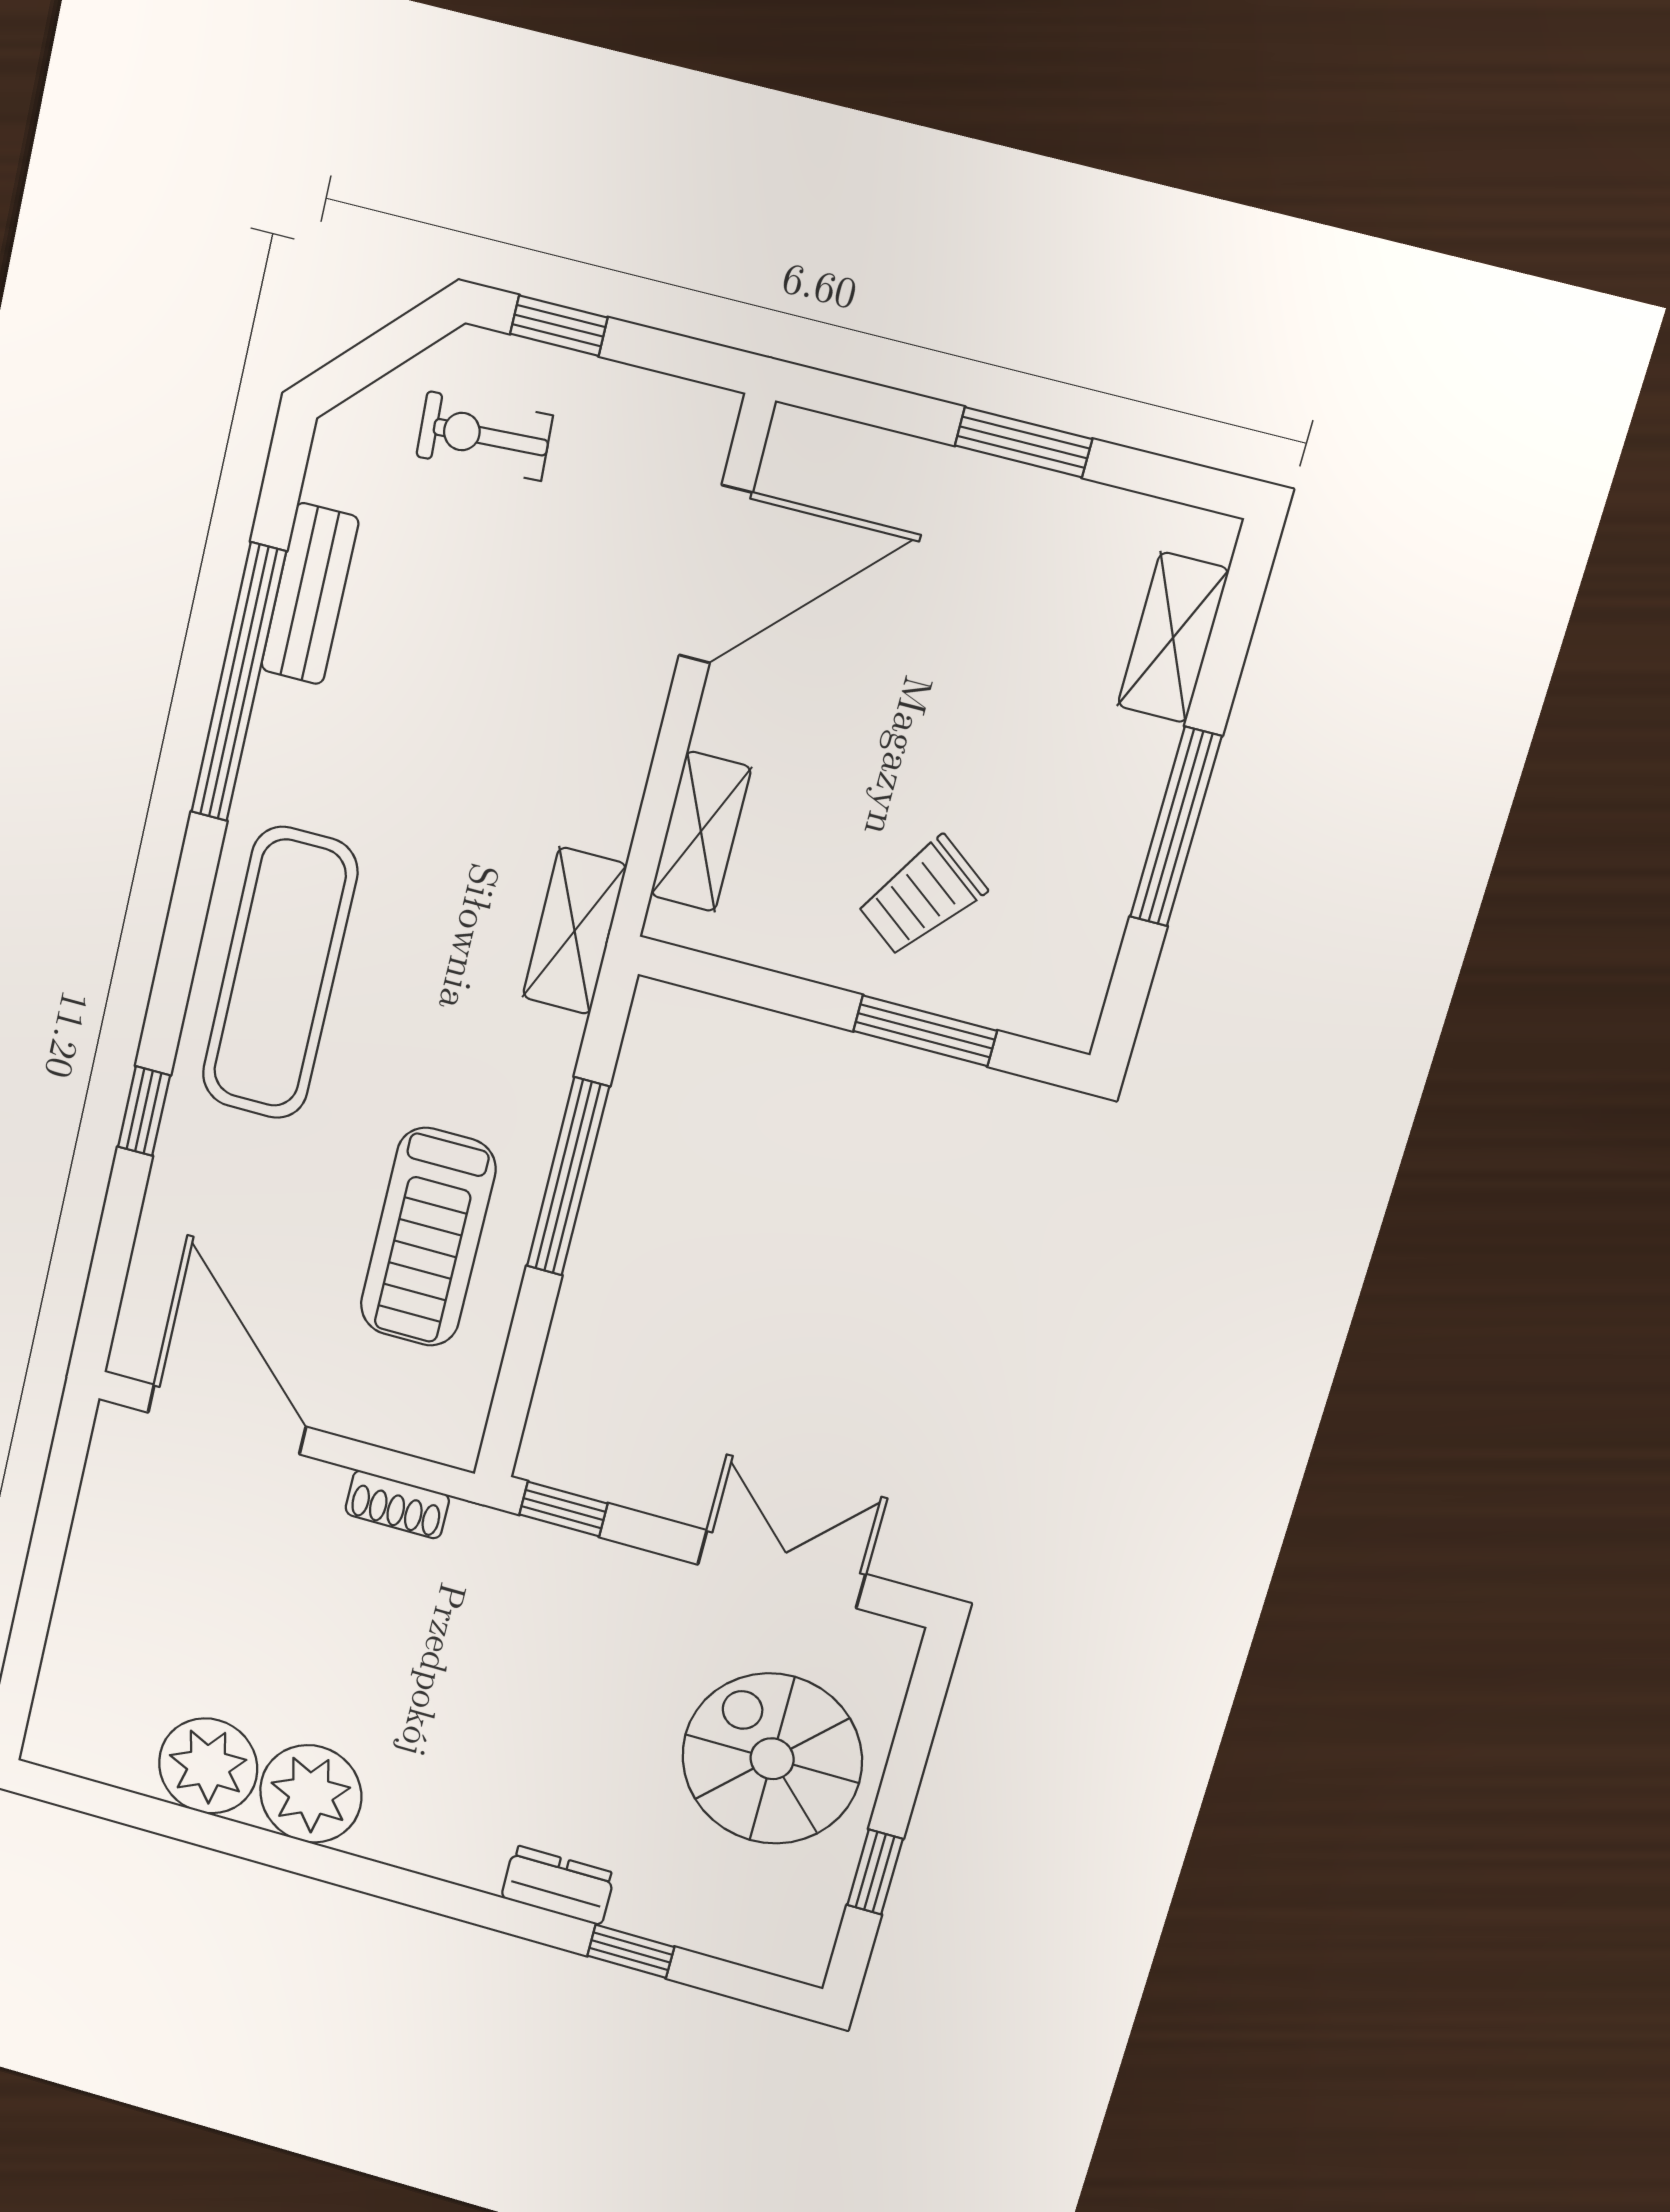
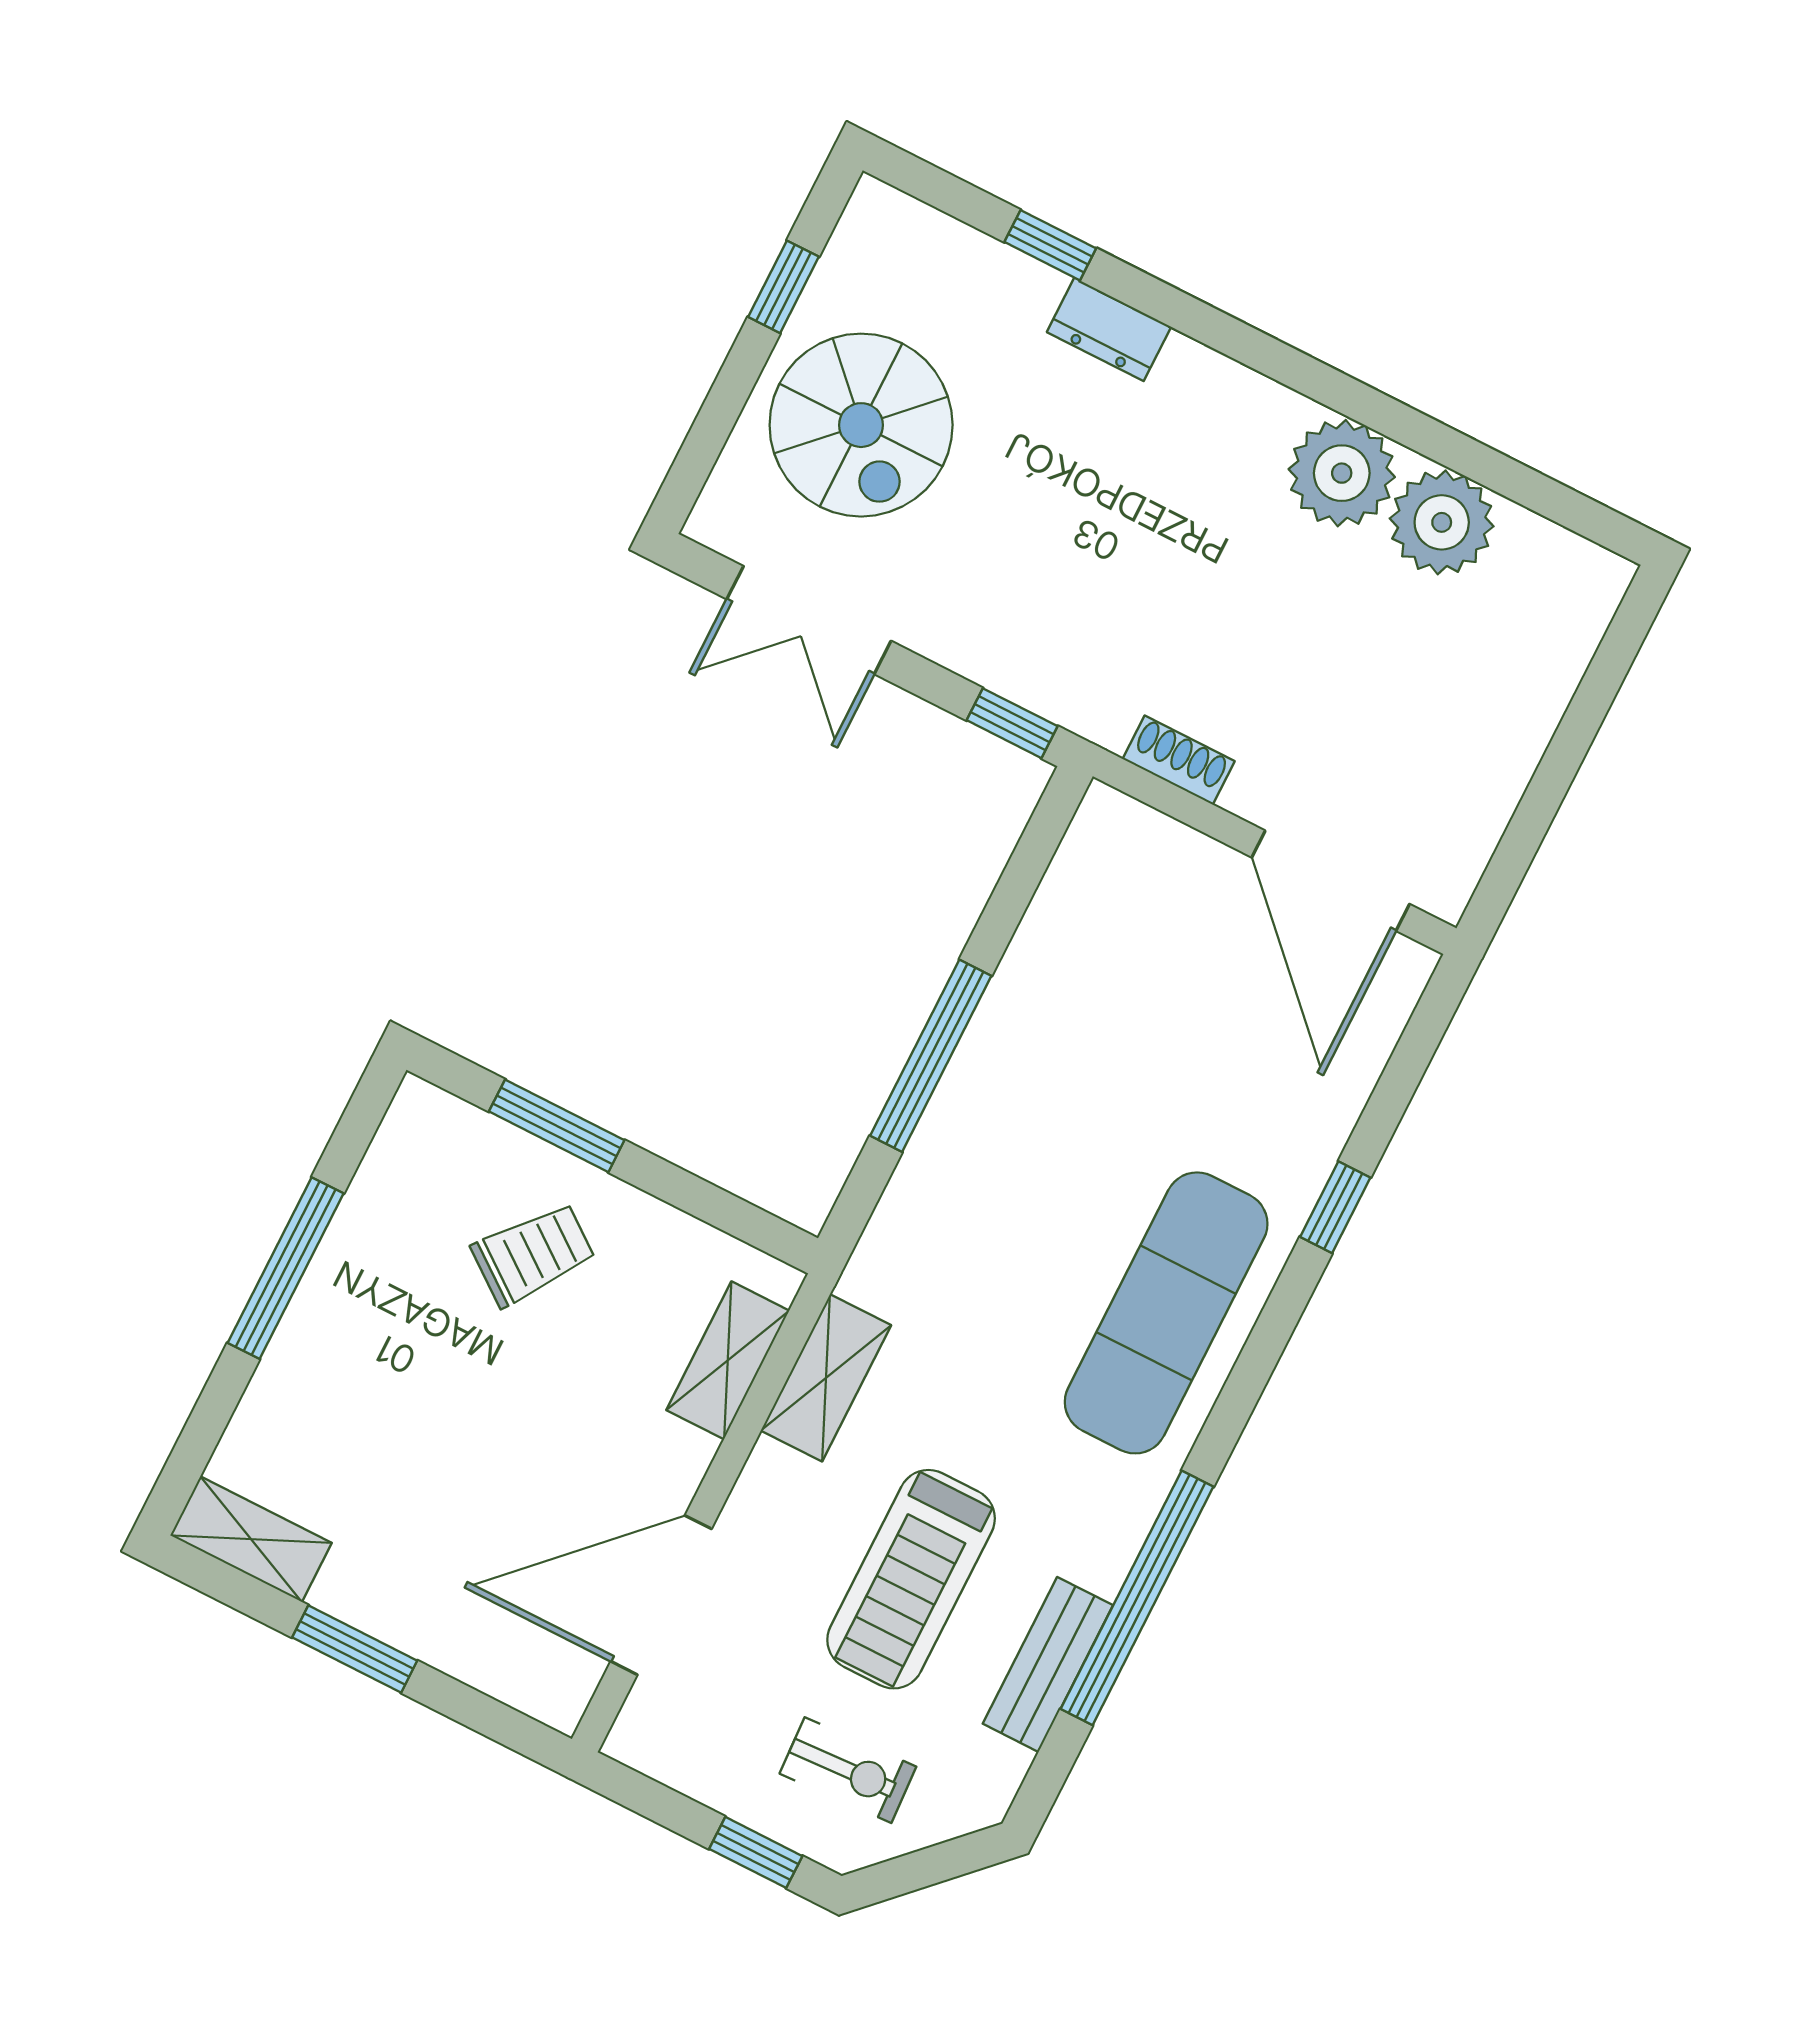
shelving: (1173, 638) -> (251, 1539), moved, turned 90
shelving: (575, 931) -> (826, 1378), moved
treadmill: (428, 1237) -> (911, 1579), moved, turned 180

